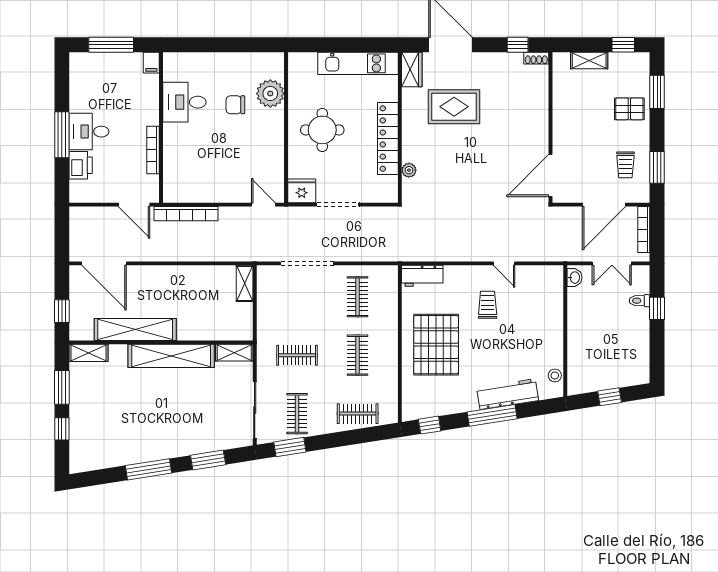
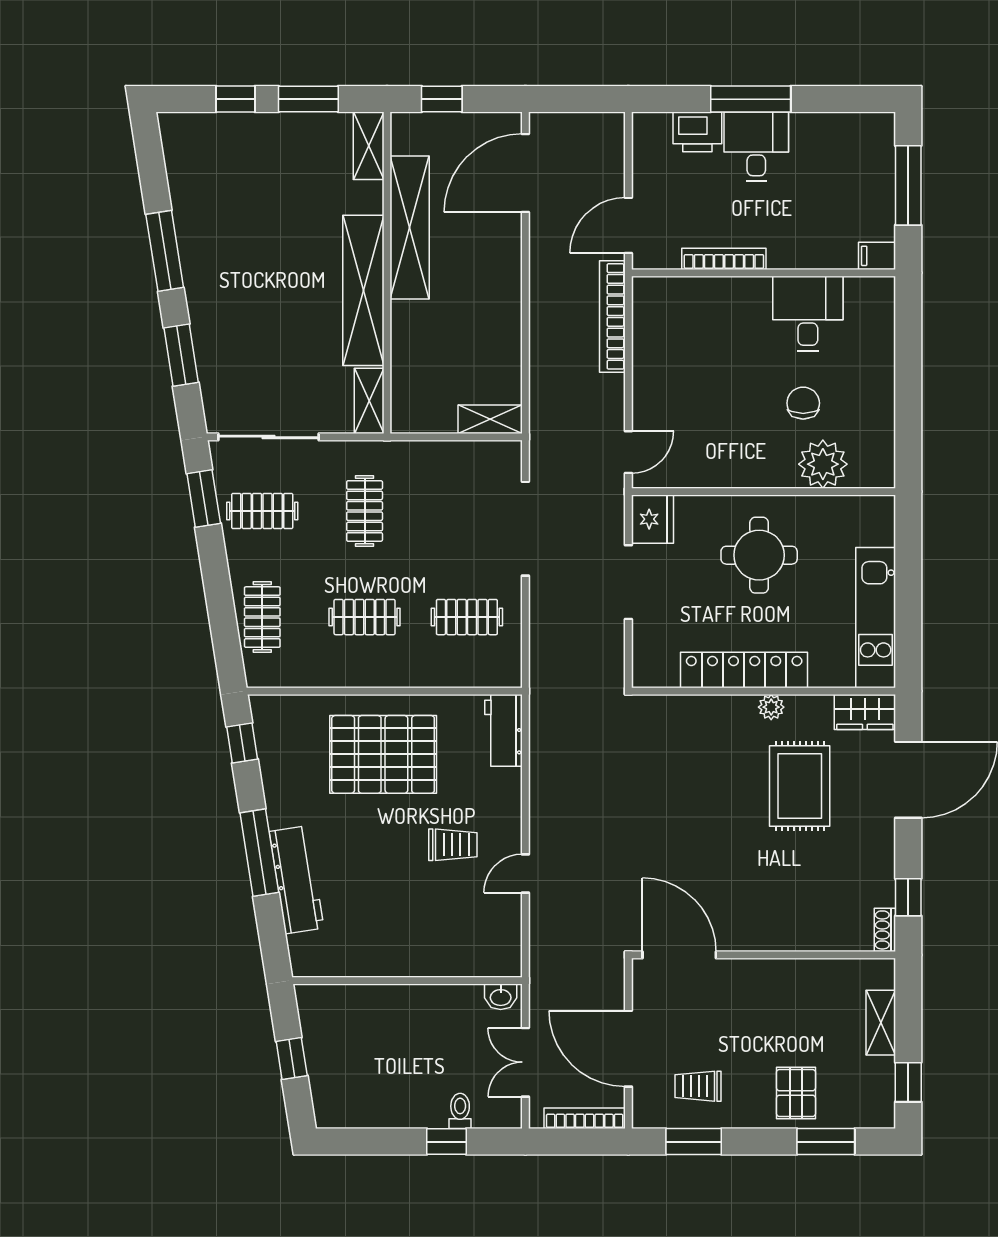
plant: (409, 170) -> (771, 707), moved
stool: (555, 375) -> (329, 962), removed

